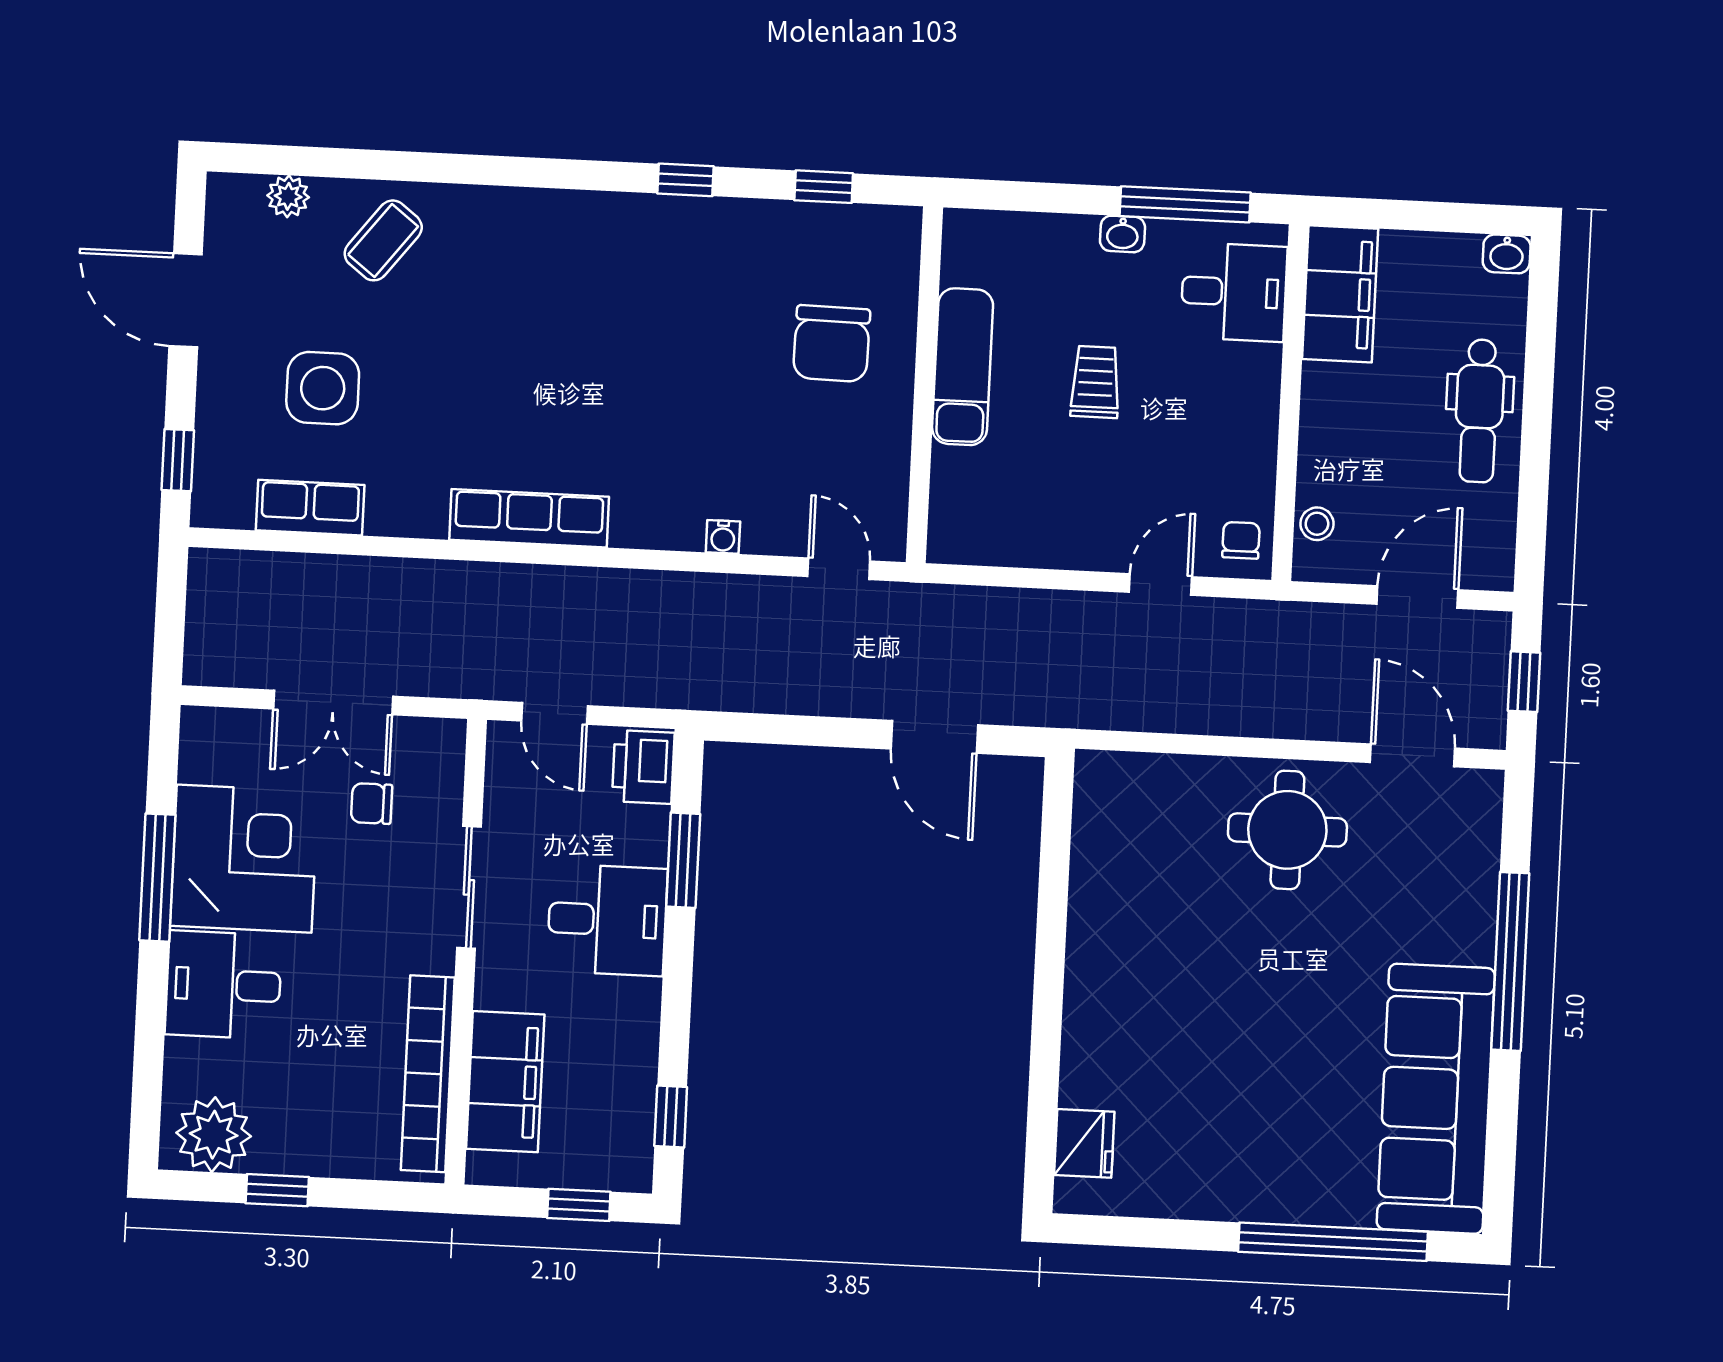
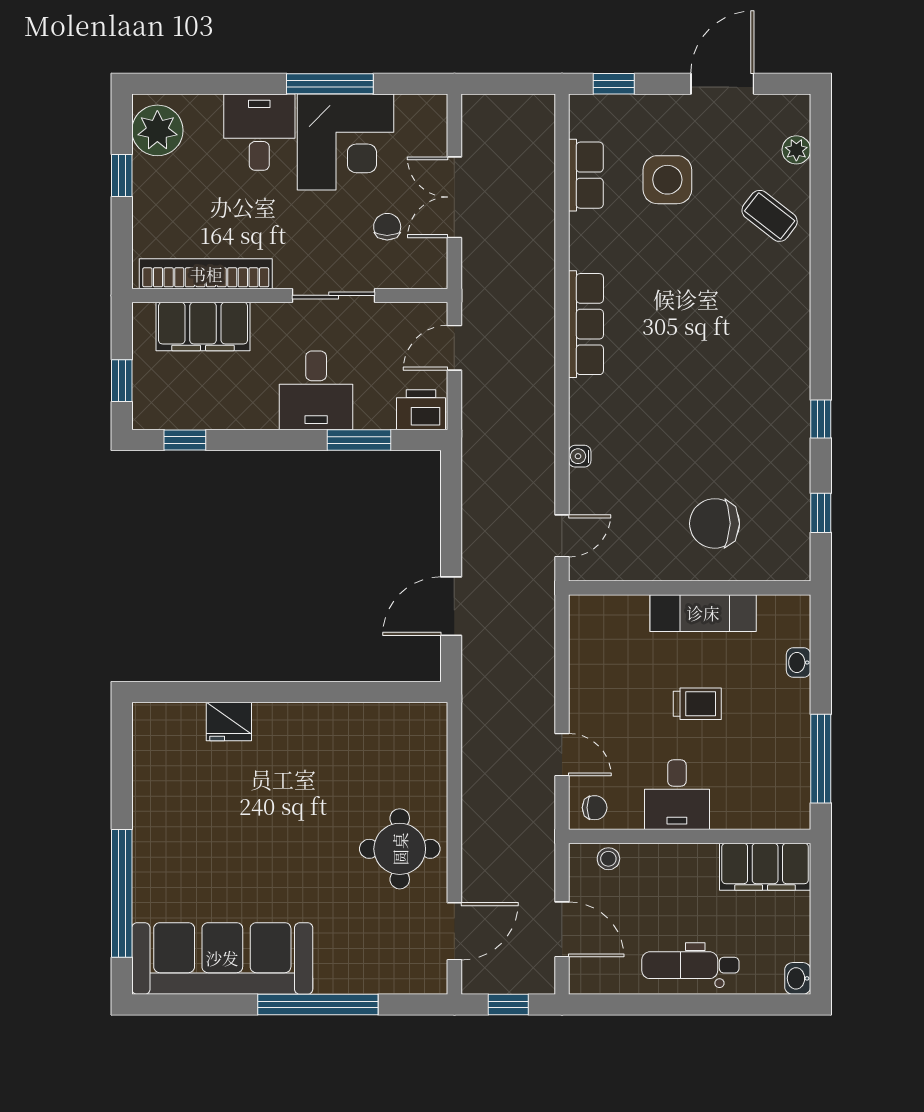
washbasin: (1122, 234) -> (799, 663), moved
desk: (1234, 292) -> (677, 795), moved
fridge: (1084, 1143) -> (229, 721), moved

